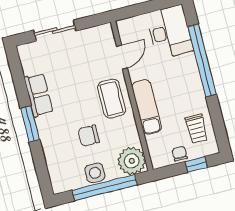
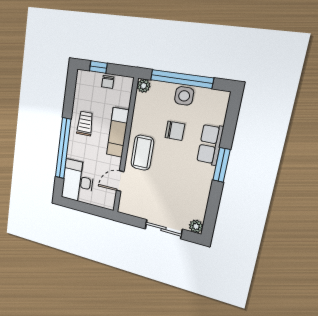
plant: (25, 51) -> (196, 226), added
row of seats: (39, 95) -> (210, 144), moved
trolley: (196, 129) -> (85, 123), moved
plant: (132, 161) -> (144, 86), width x0.53, depth x0.53

